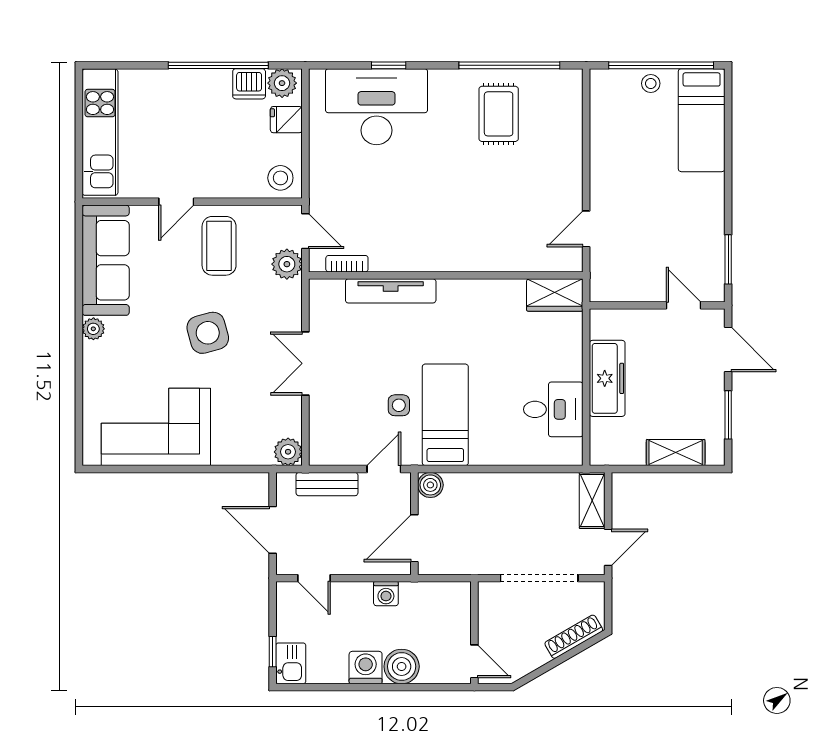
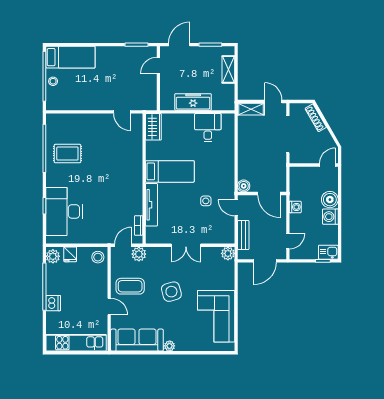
dishwasher: (249, 84) -> (53, 303), moved
bed: (445, 415) -> (170, 171), moved, turned 180

